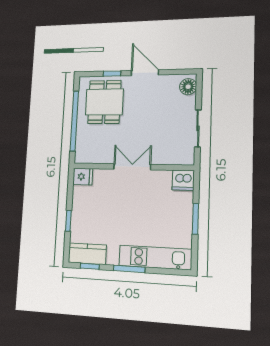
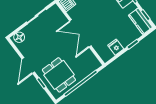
dining table: (104, 102) -> (59, 75), turned 90
double door: (132, 167) -> (80, 33), width x1.37
fridge: (83, 177) -> (116, 47), moved

